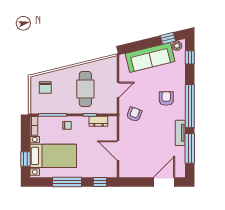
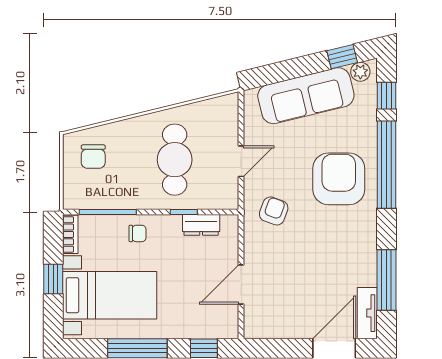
armchair: (166, 98) -> (339, 179), width x1.88, depth x1.88
window: (190, 106) -> (386, 165), moved
tv unit: (180, 133) -> (367, 313), moved
door: (118, 151) -> (241, 285), hinge flipped
window: (25, 159) -> (53, 279), moved

